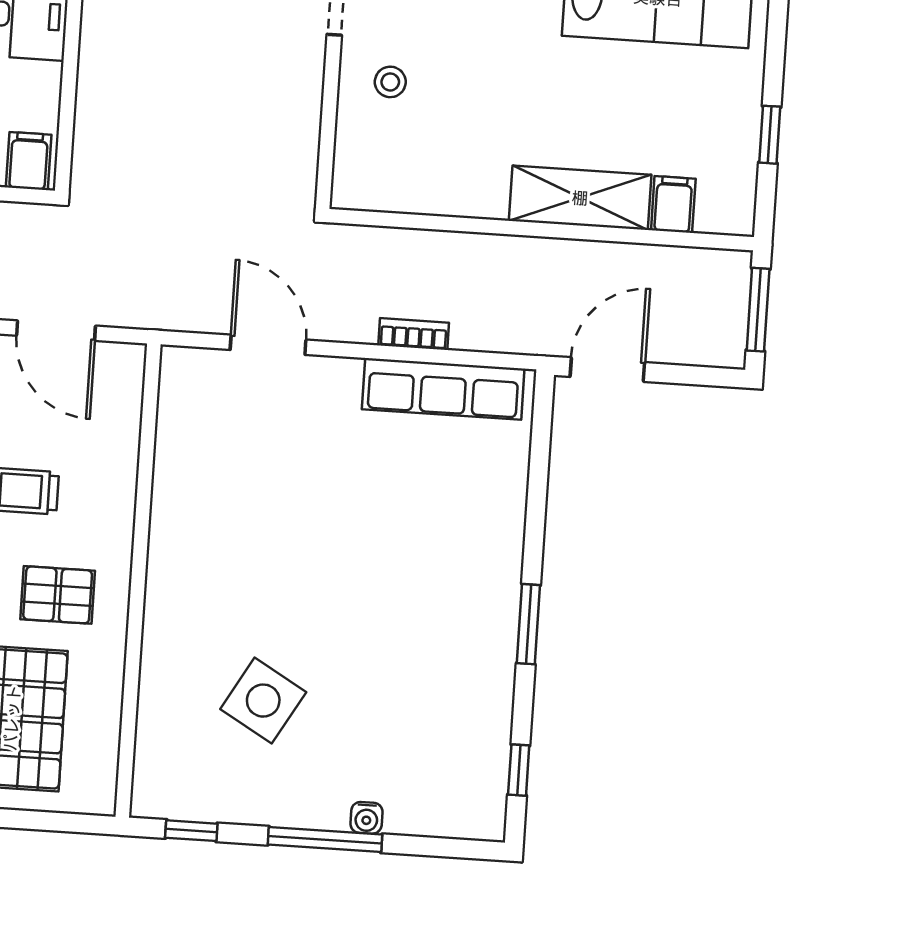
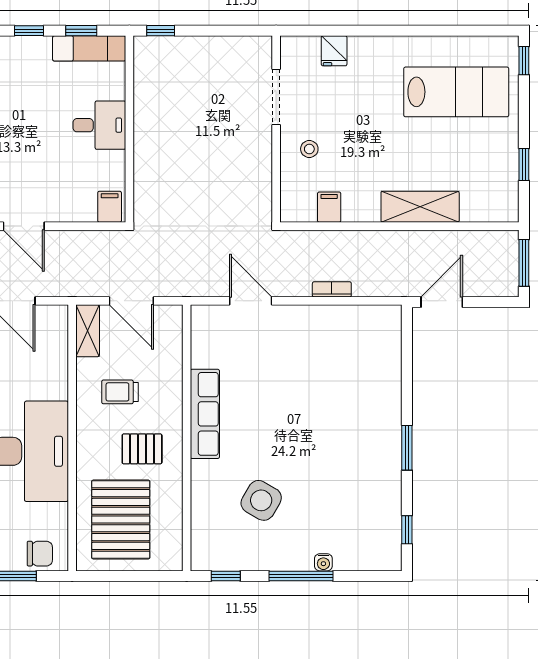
filing cabinet: (673, 204) -> (329, 207), moved
row of seats: (443, 389) -> (205, 414), moved, turned -90

